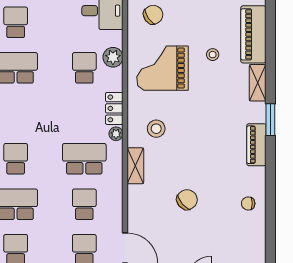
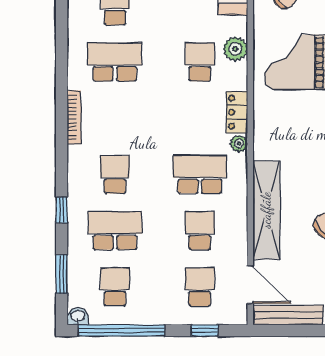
stool: (156, 129) -> (289, 137), removed
shelving: (135, 166) -> (266, 210), width x2.20, depth x1.33

